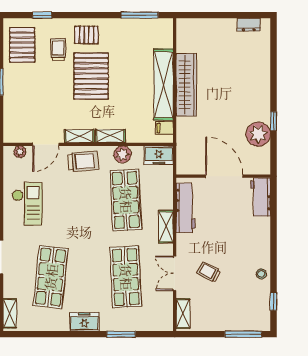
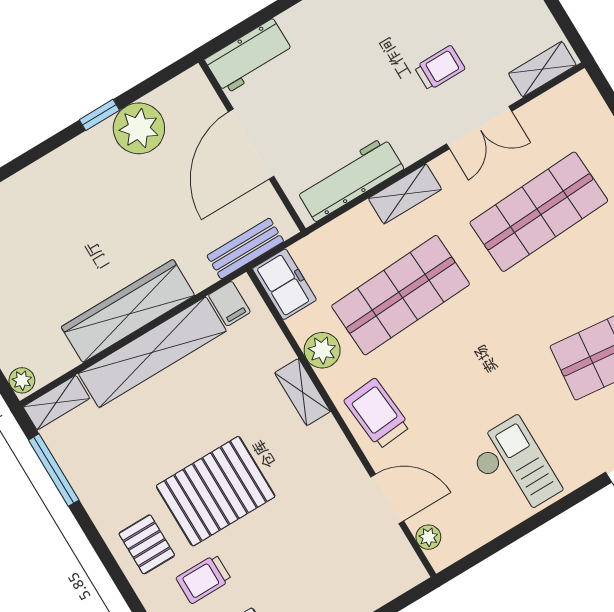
plant: (184, 24) -> (22, 380), added
shelving: (79, 136) -> (56, 403), moved, turned 90
bench: (183, 148) -> (245, 248), added
checkout: (27, 204) -> (514, 468), turned 90
trolley: (209, 272) -> (440, 68), turned -118

